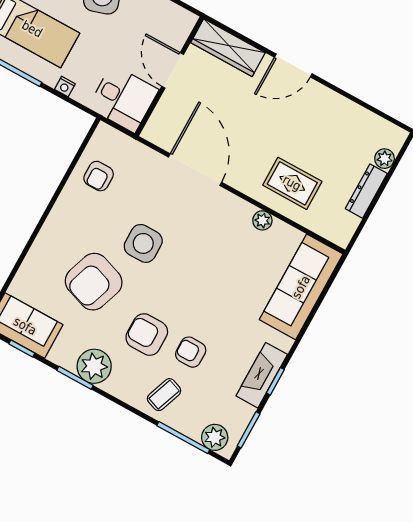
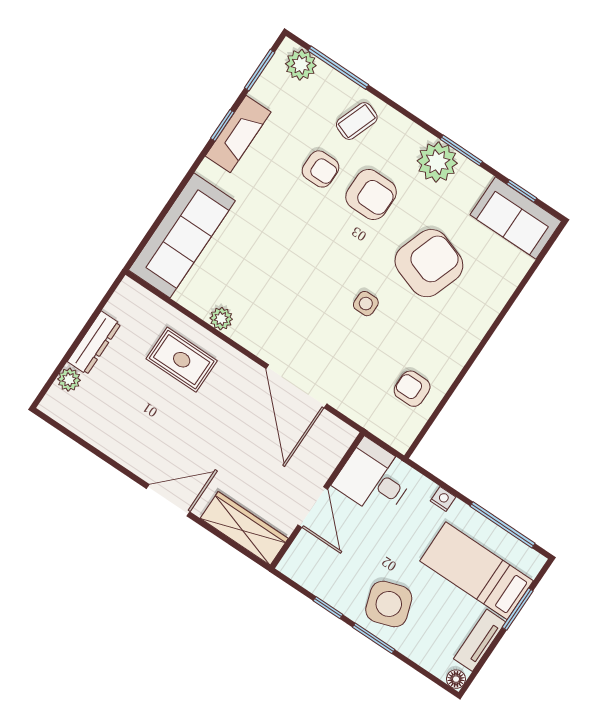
armchair: (99, 176) -> (412, 389), turned -90
side table: (143, 243) -> (366, 304), width x0.54, depth x0.54

